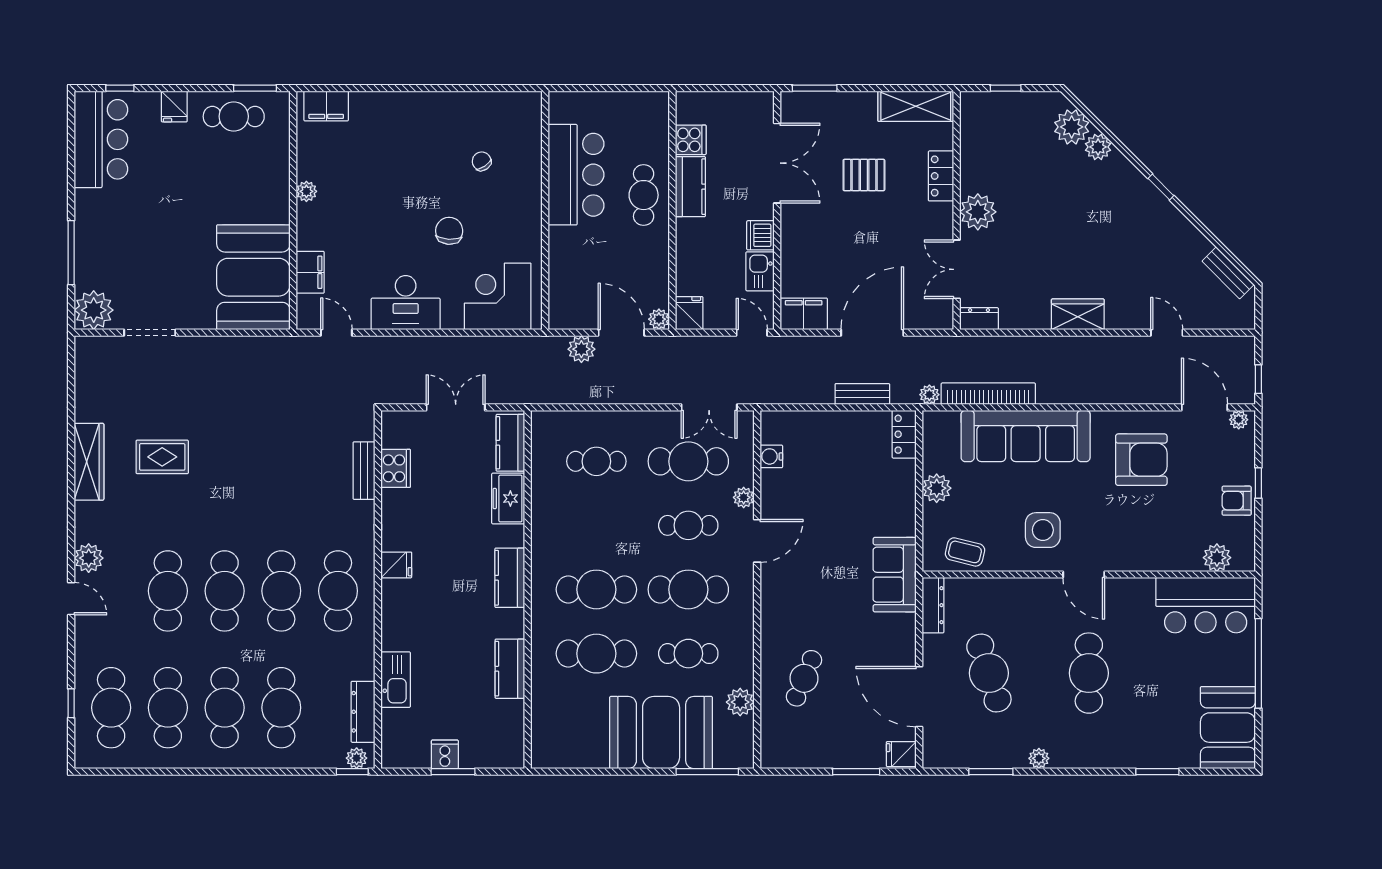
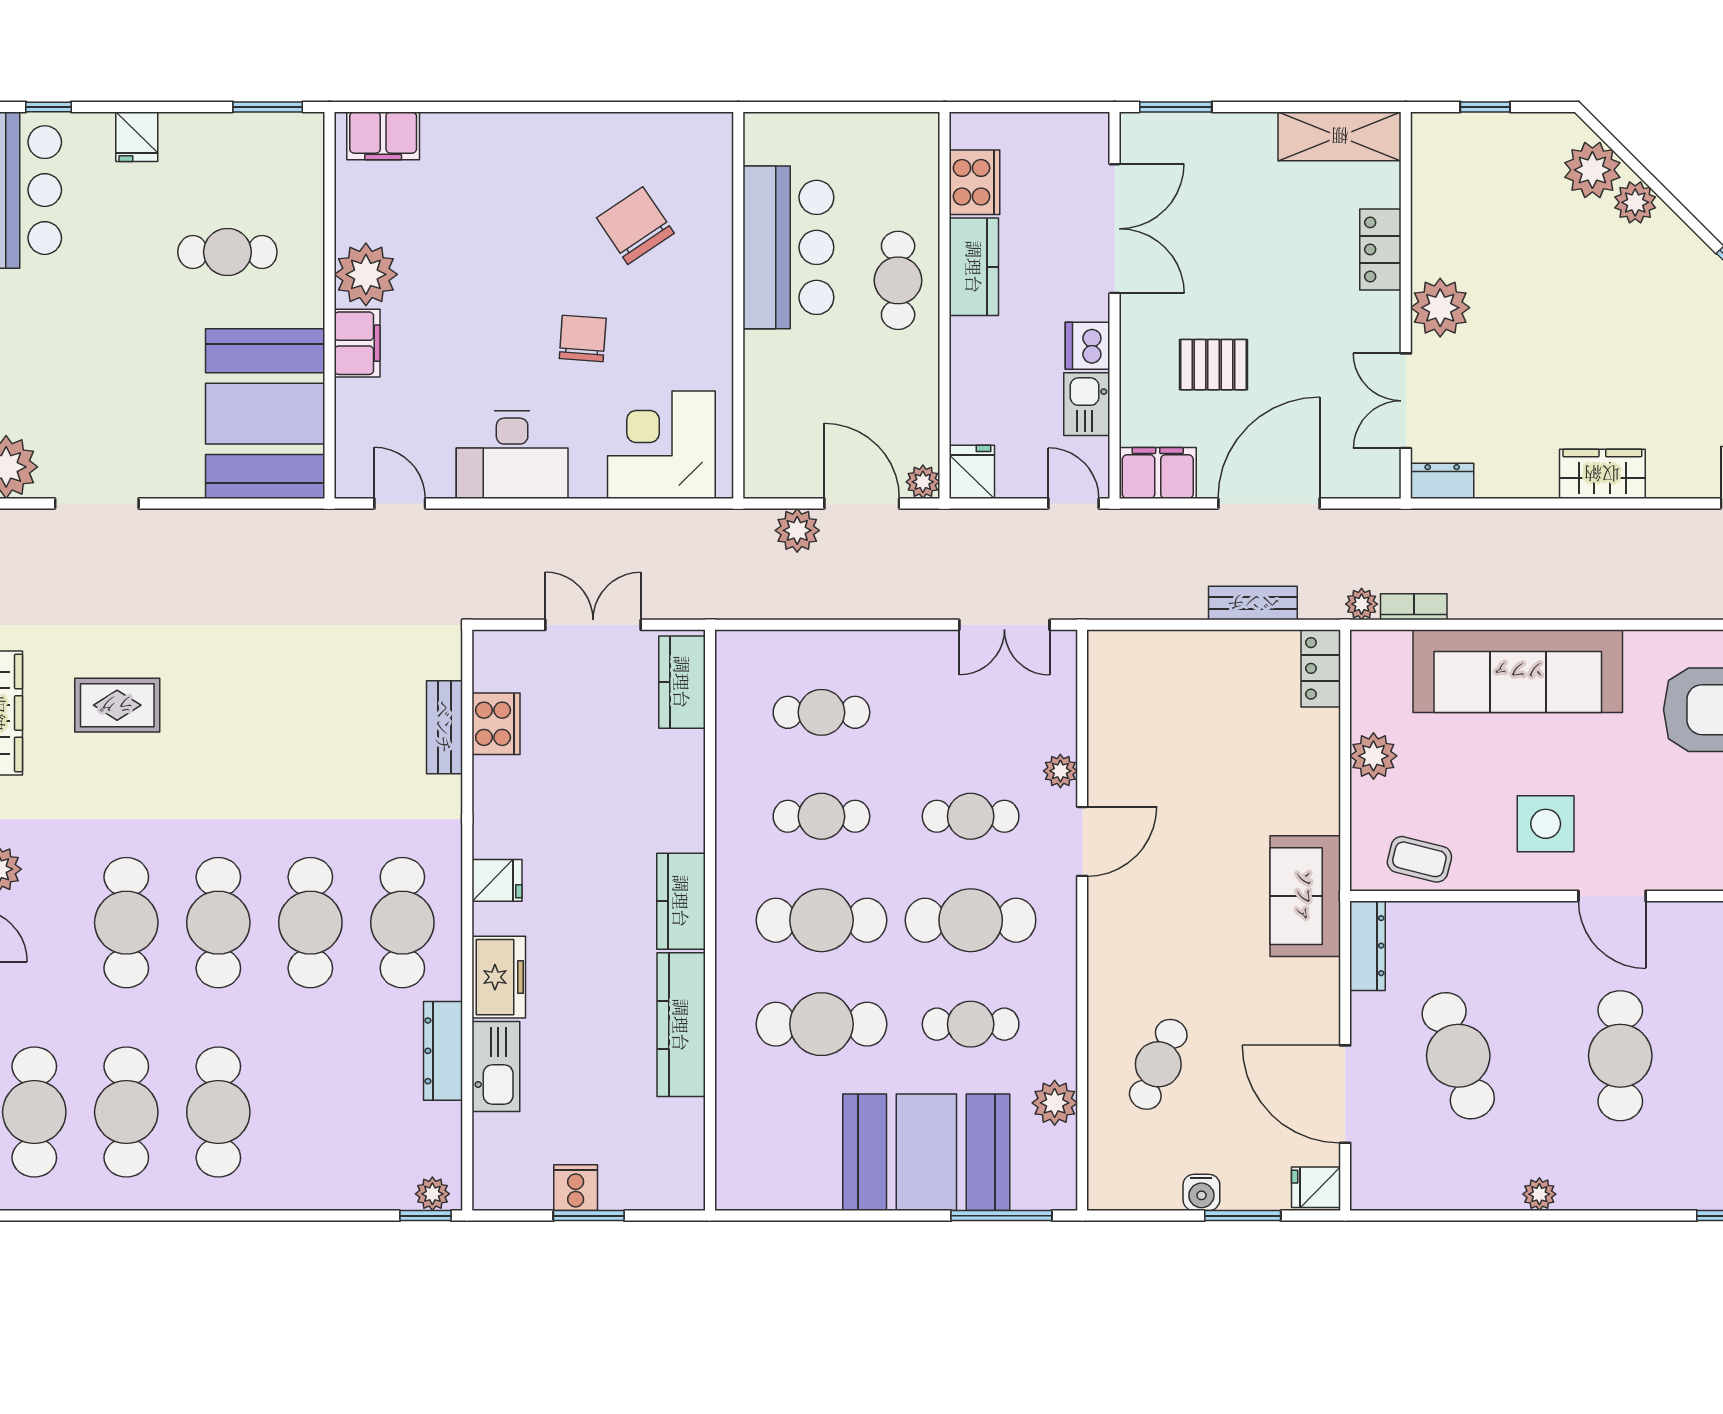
cafe table: (234, 116) -> (227, 252), moved
cooker: (691, 140) -> (975, 182), width x1.36
chair: (482, 161) -> (635, 226), width x1.87, depth x1.87
pallet: (864, 175) -> (1214, 365), moved
plant: (306, 191) -> (366, 274), width x1.88, depth x1.88
filing cabinet: (310, 272) -> (357, 343), moved
bookcase: (988, 394) -> (1414, 607), width x0.43, depth x0.76
water cooler: (771, 456) -> (1201, 1192), moved, turned -90
cafe table: (688, 461) -> (821, 816), moved, width x0.73, depth x0.74
freezer: (508, 499) -> (499, 977), moved, turned 180
kitchen counter: (510, 669) -> (681, 1025), width x1.50
cafe table: (281, 708) -> (310, 1112), removed
dresser: (363, 712) -> (443, 1051), moved
window: (991, 772) -> (1461, 1216), removed

